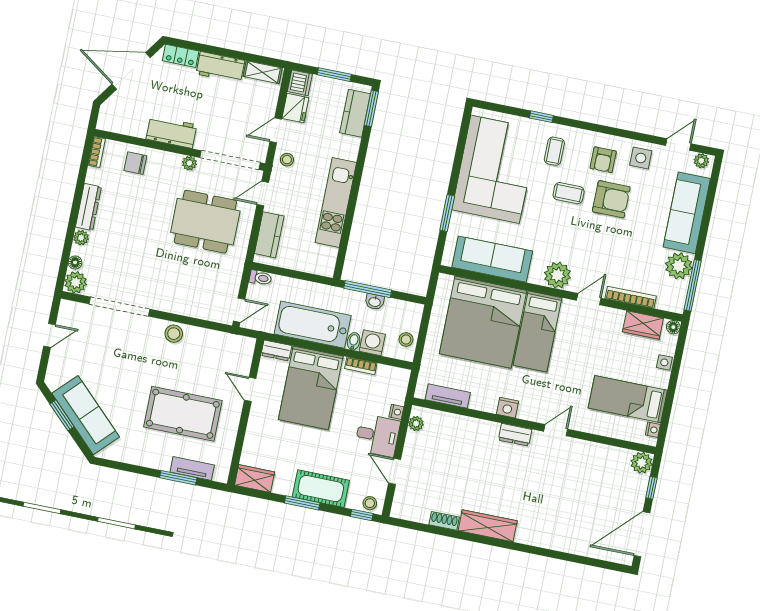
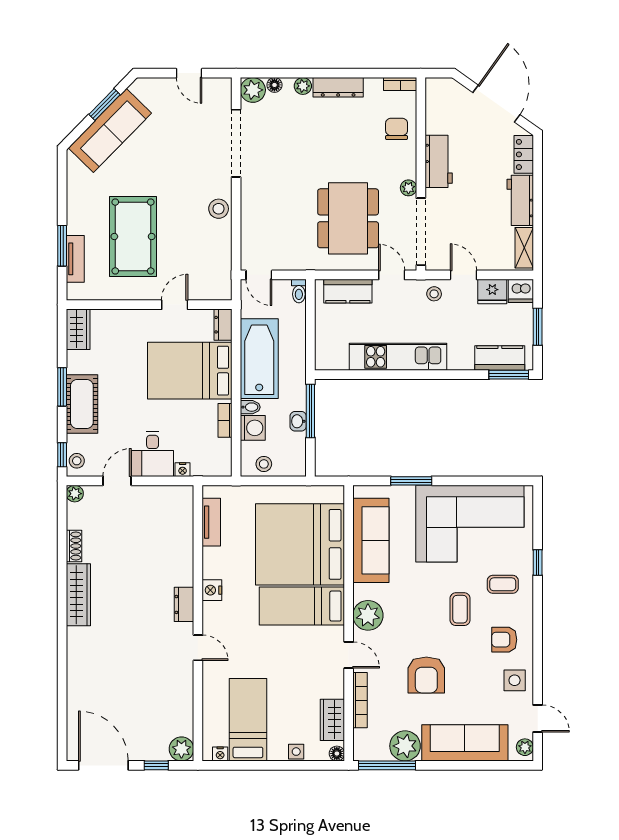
armchair: (611, 199) -> (426, 675), moved
plant: (416, 424) -> (75, 494), moved

